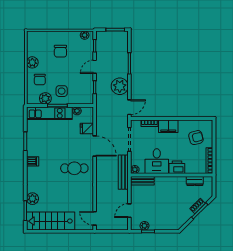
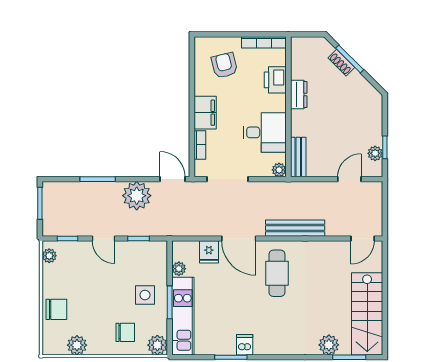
chair: (60, 51) -> (56, 309), moved
plant: (32, 62) -> (77, 345), moved
plant: (45, 98) -> (157, 345), moved
door: (95, 146) -> (239, 239), swing flipped
dishwasher: (33, 161) -> (245, 345), moved
printer: (177, 167) -> (275, 80), moved
bench: (123, 172) -> (295, 228), moved
dresser: (195, 181) -> (299, 95), moved
door: (129, 211) -> (349, 179), swing flipped

